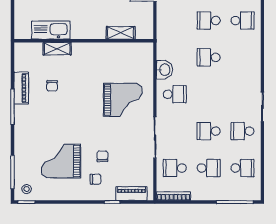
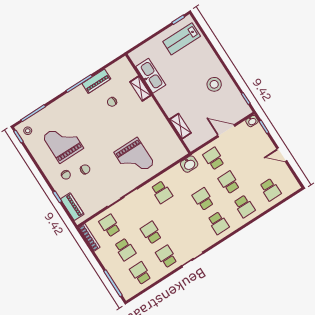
school desk: (175, 20) -> (214, 159), added
school desk: (243, 57) -> (218, 223), added
washbasin: (164, 70) -> (189, 164), moved
school desk: (243, 168) -> (141, 273), turned 180

